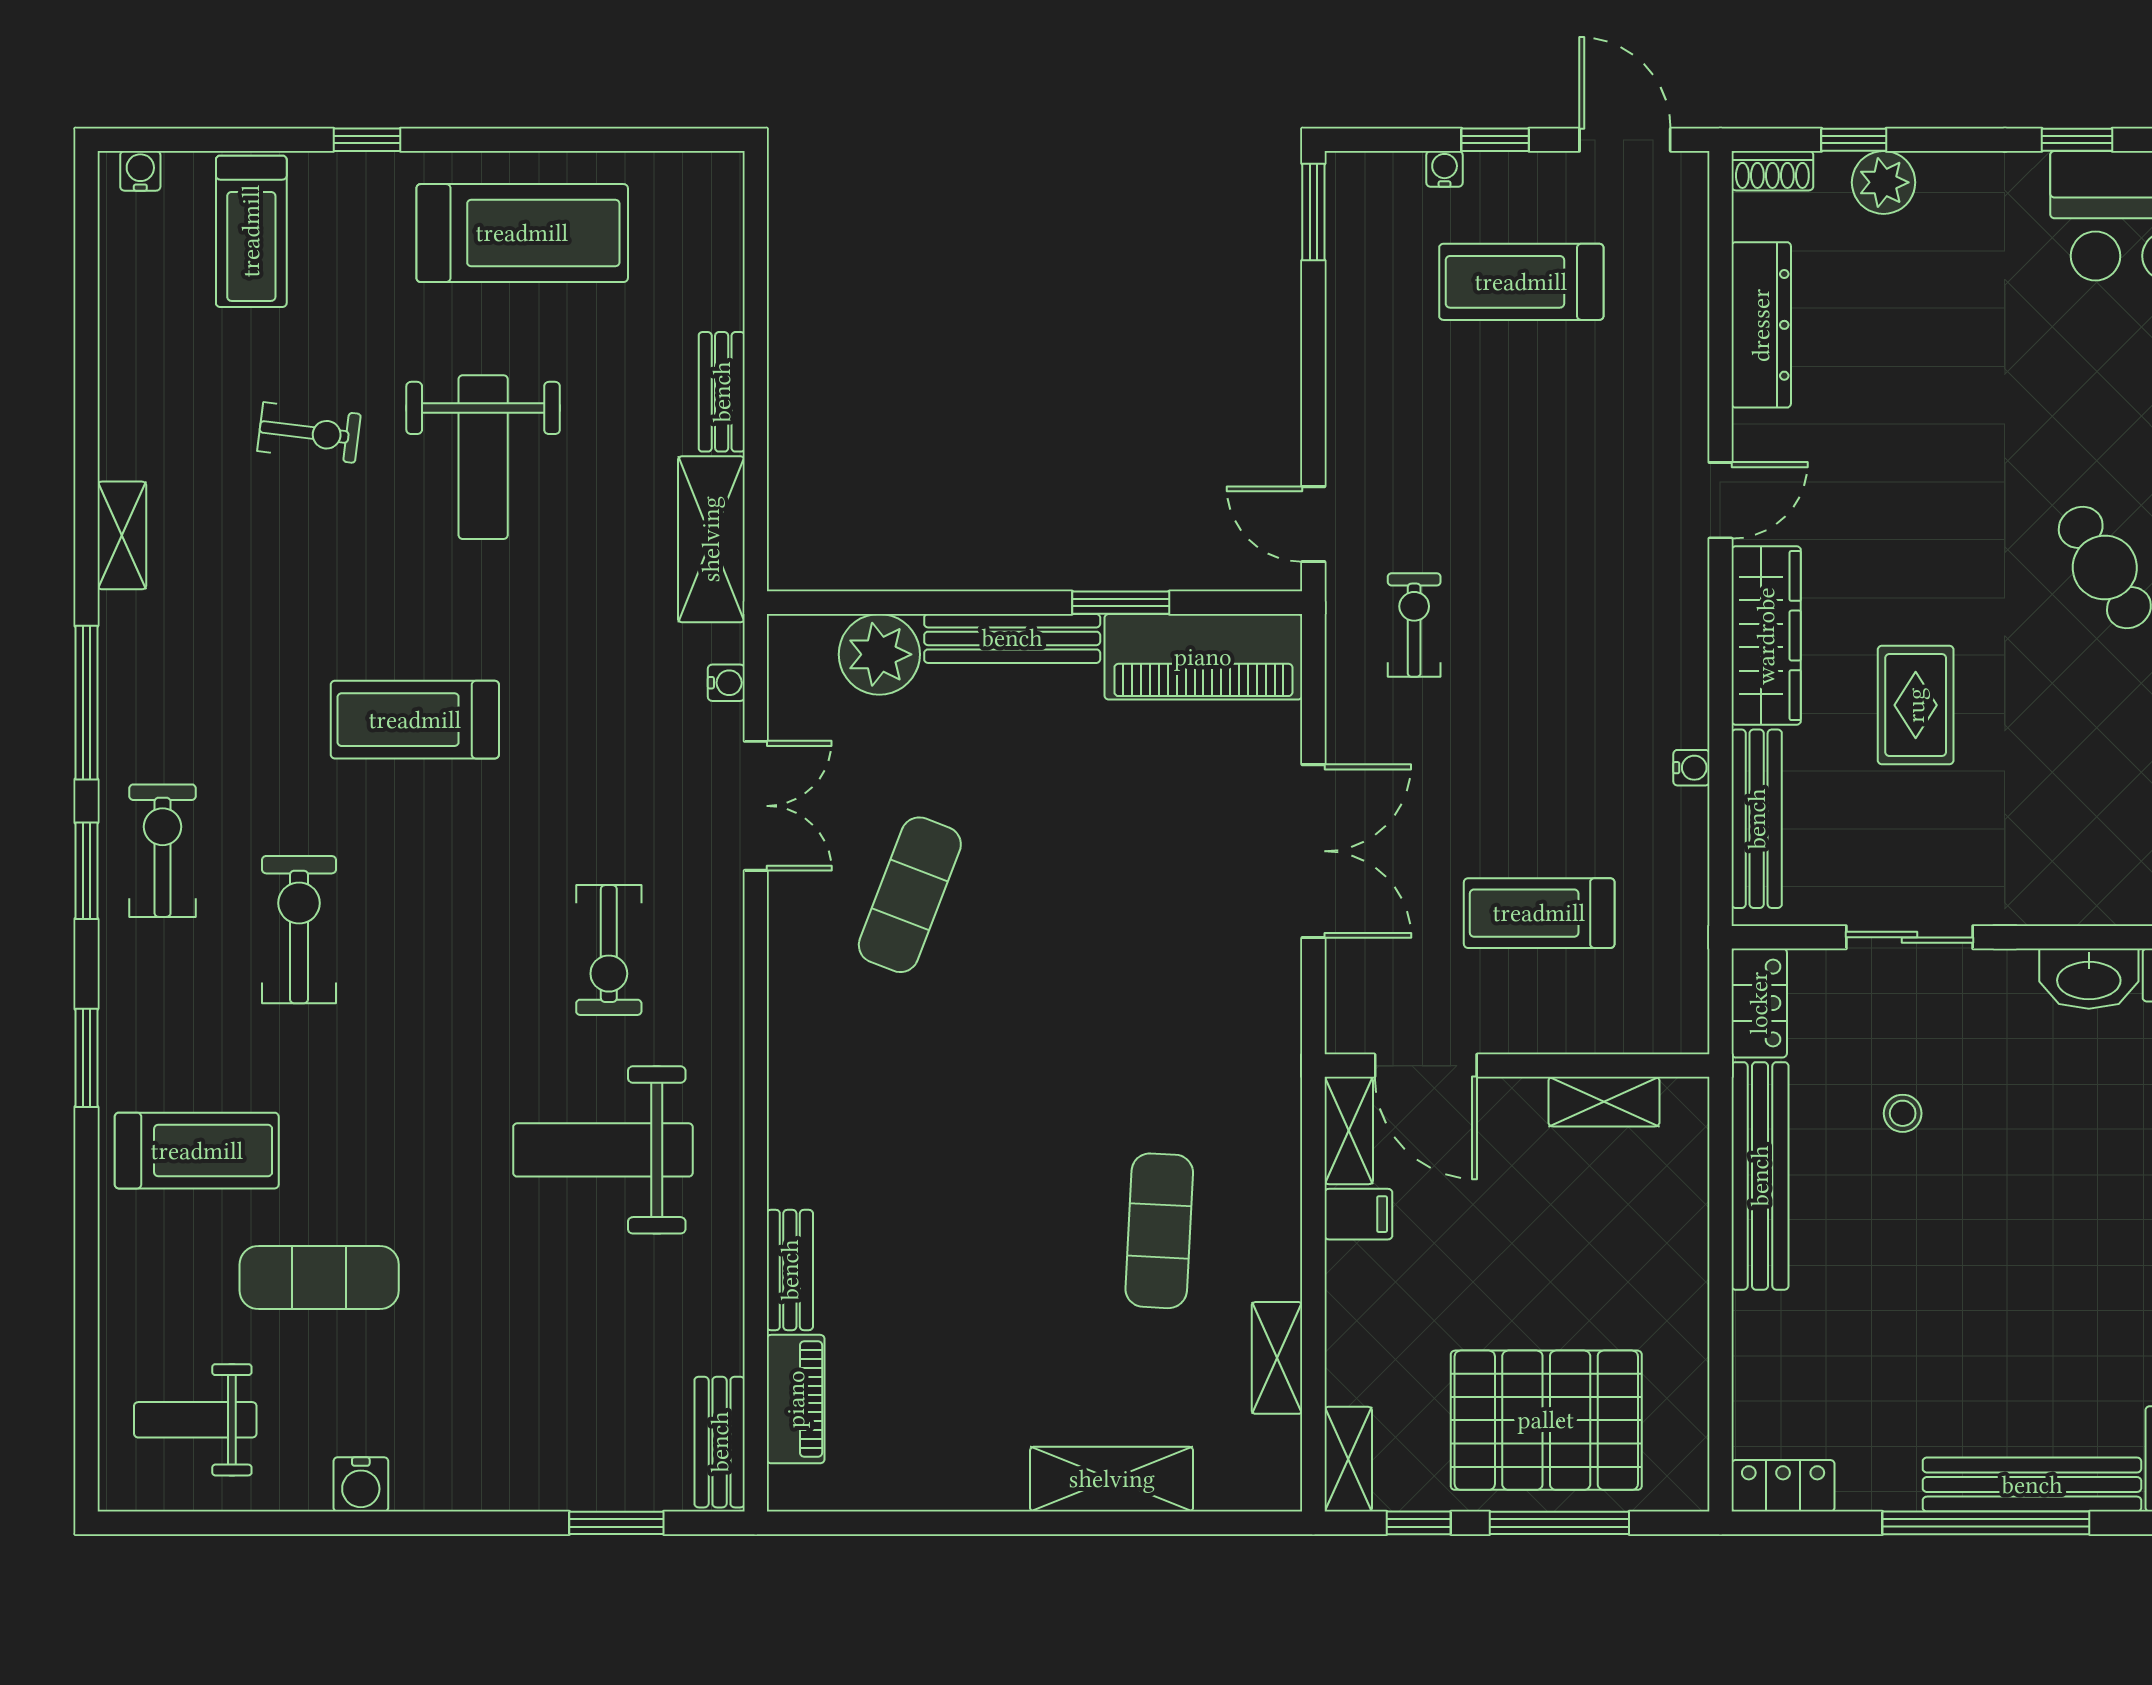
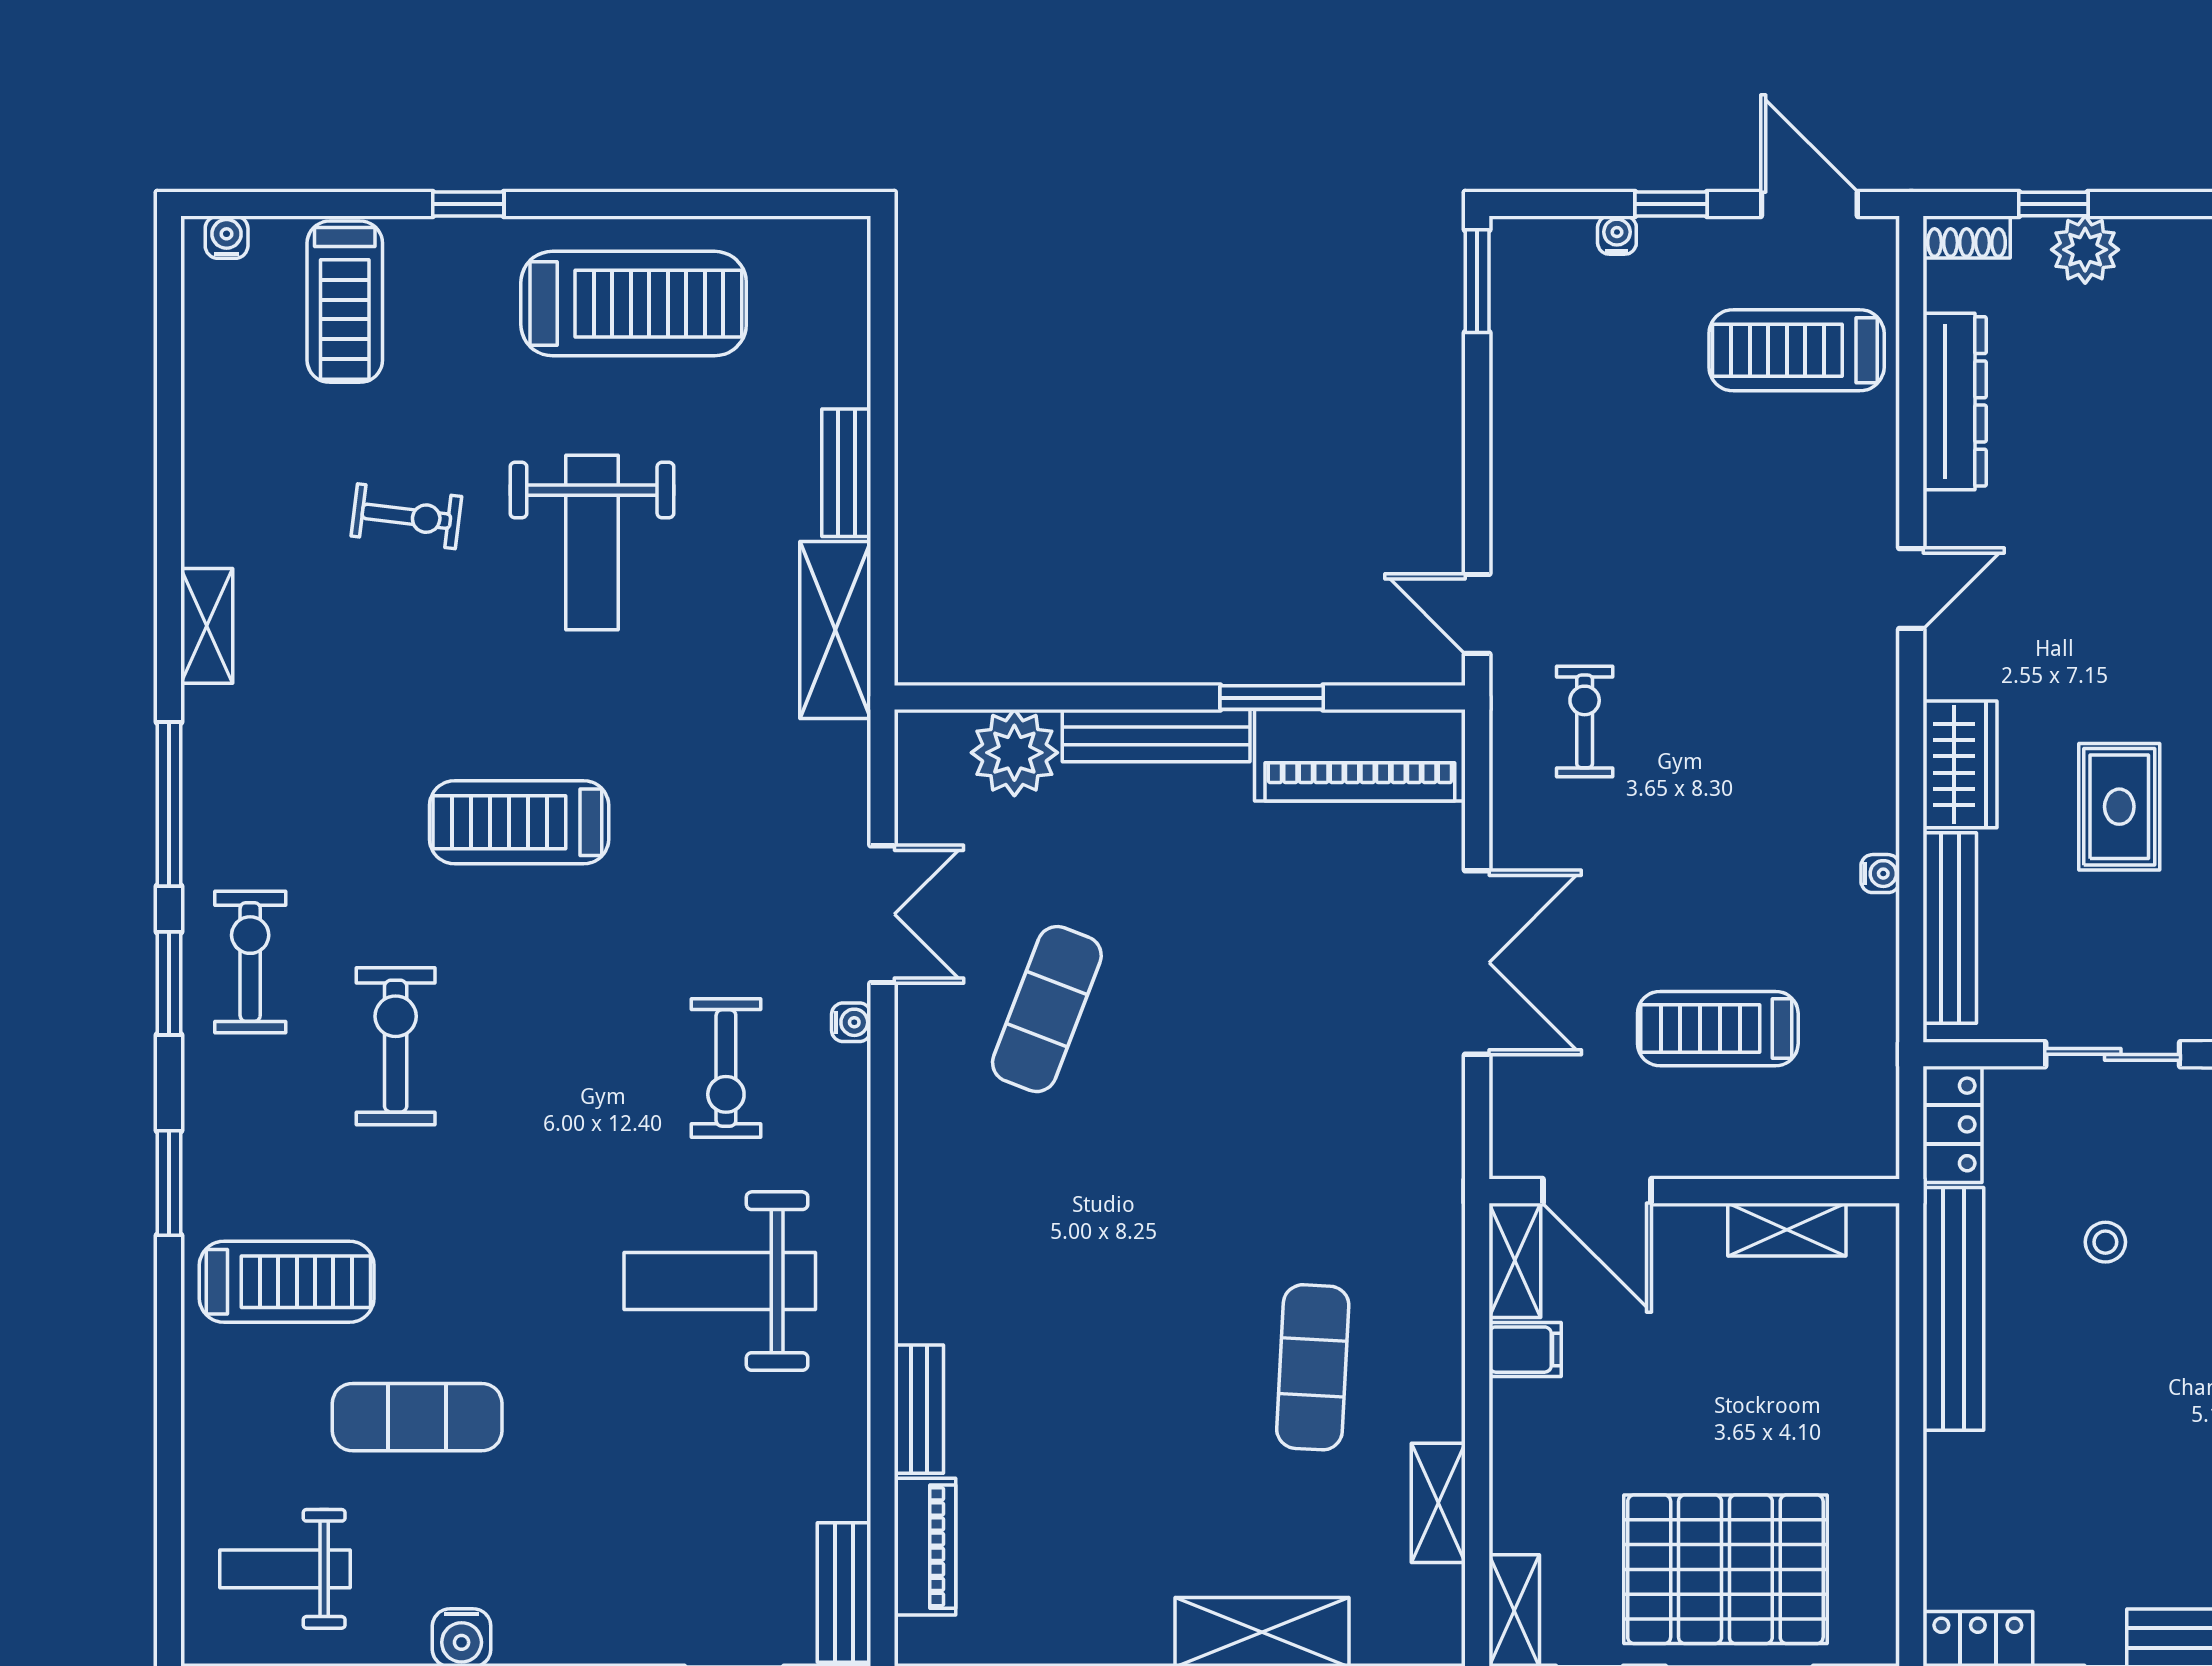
treadmill: (1521, 282) -> (1797, 350), moved
wardrobe: (1766, 636) -> (1960, 764), width x0.67
water cooler: (726, 683) -> (851, 1022), moved

